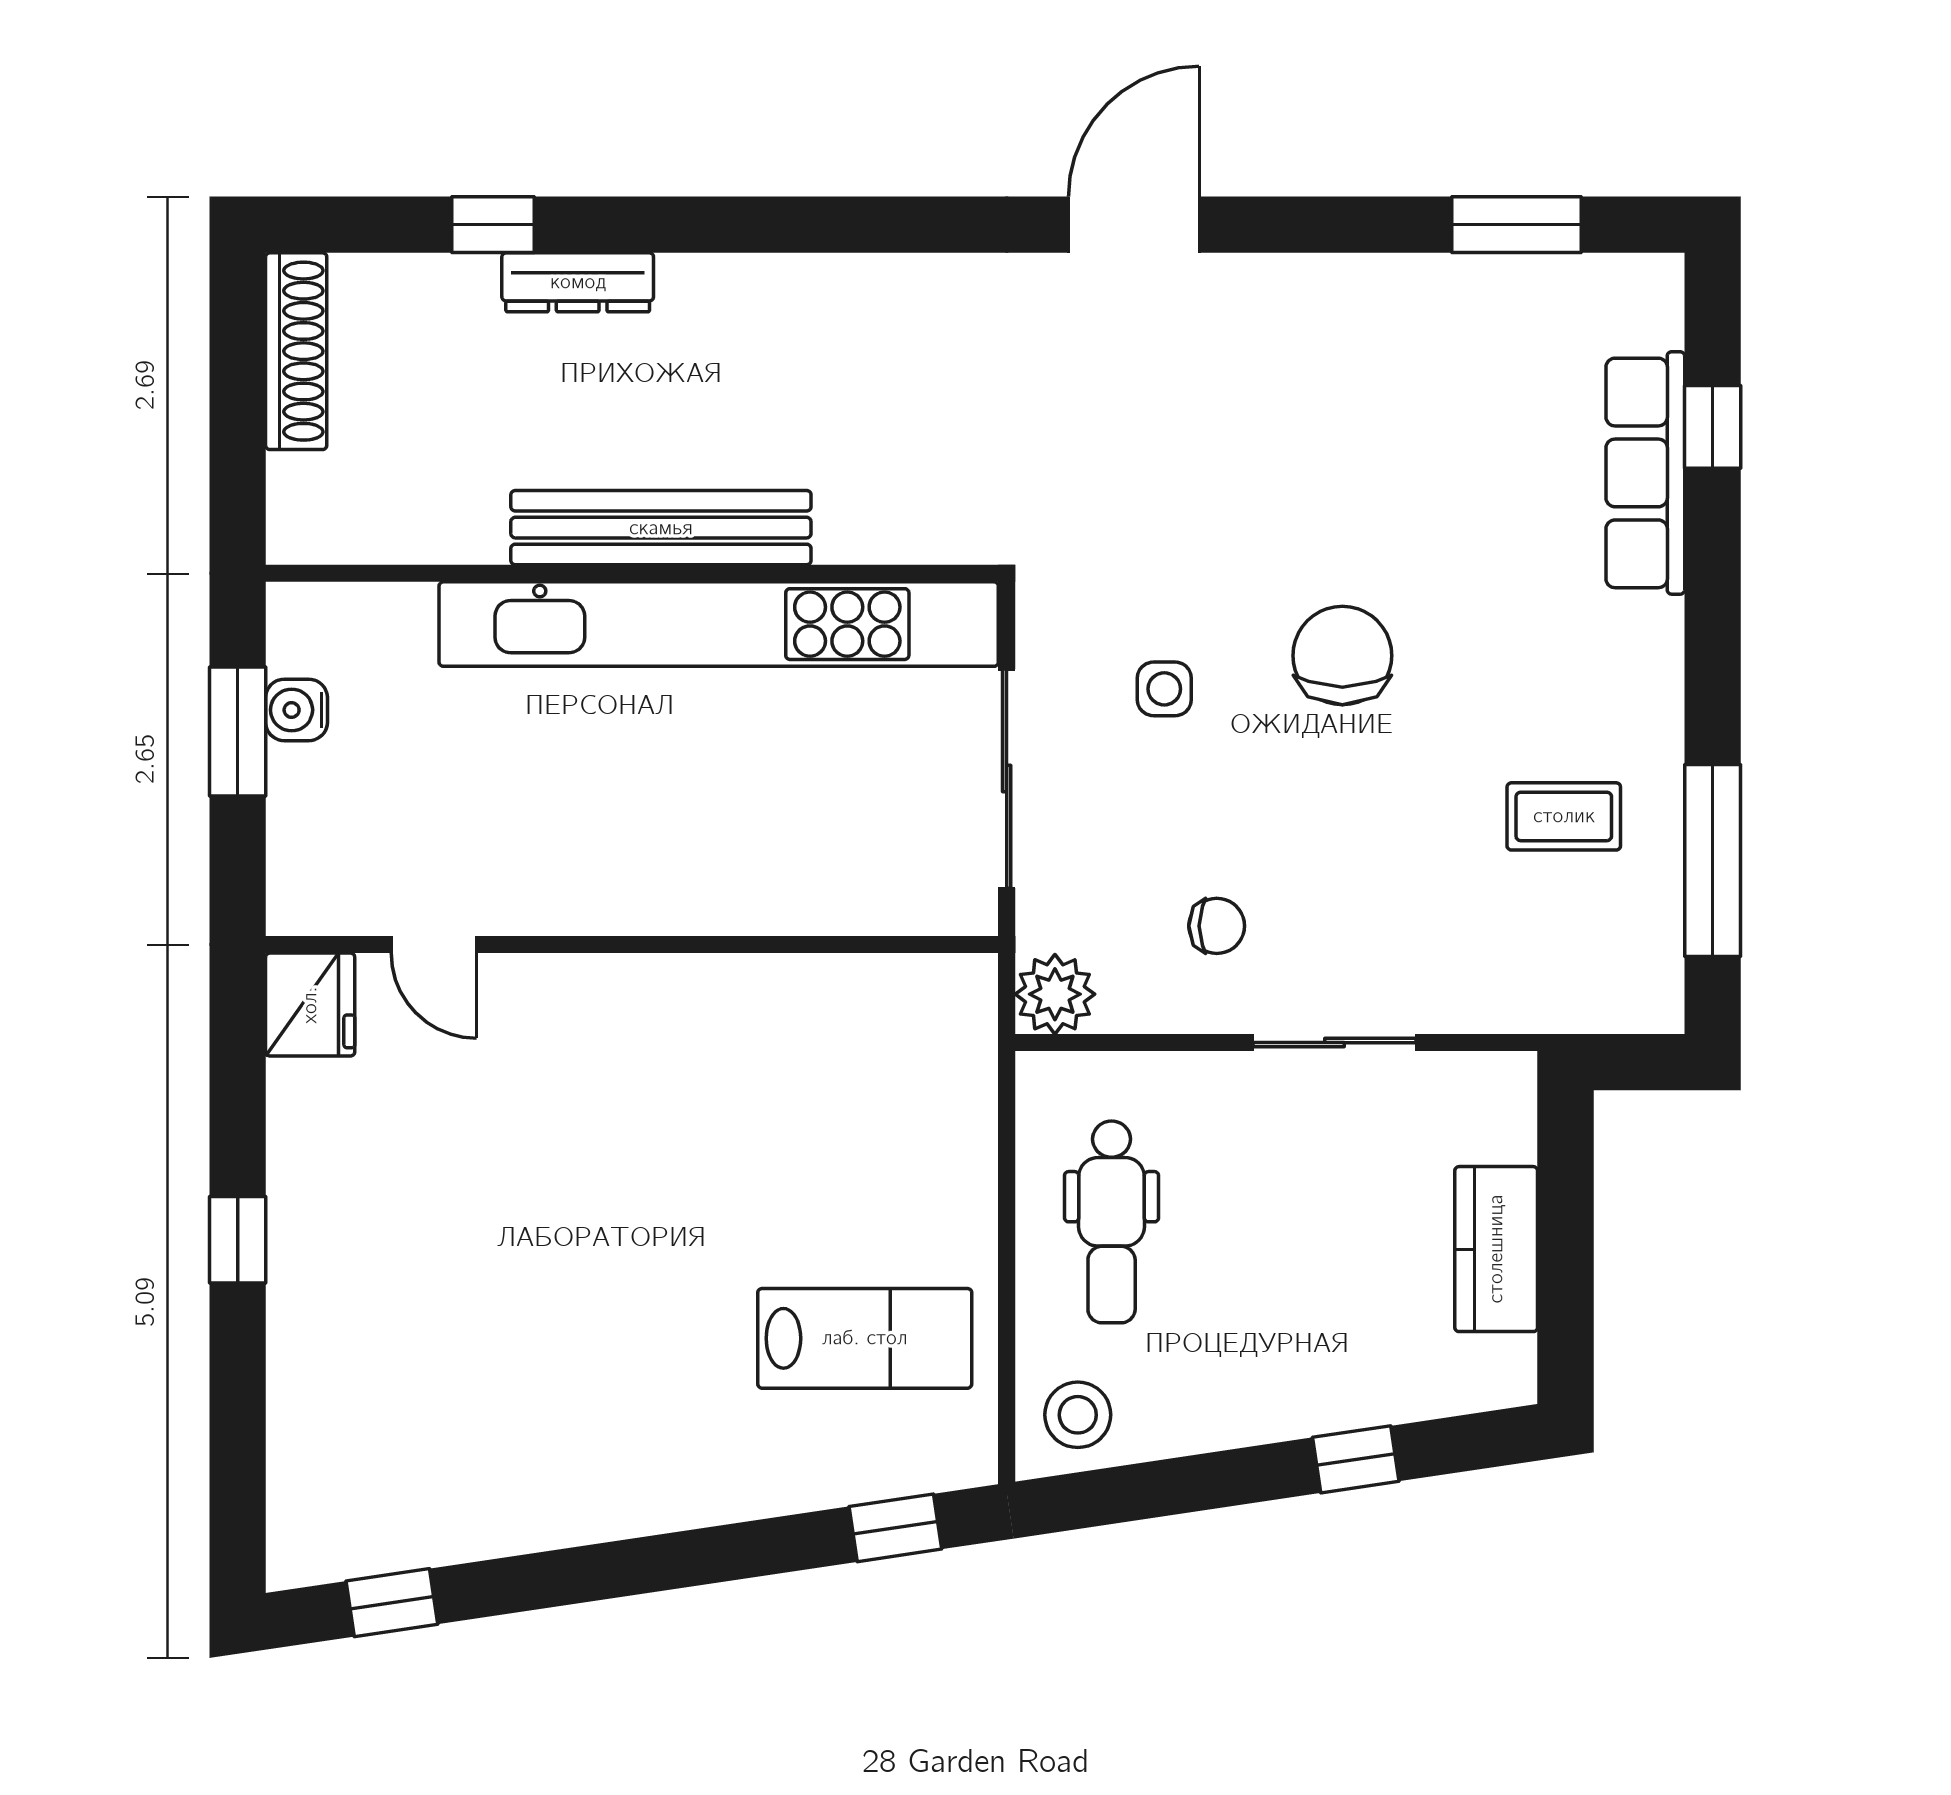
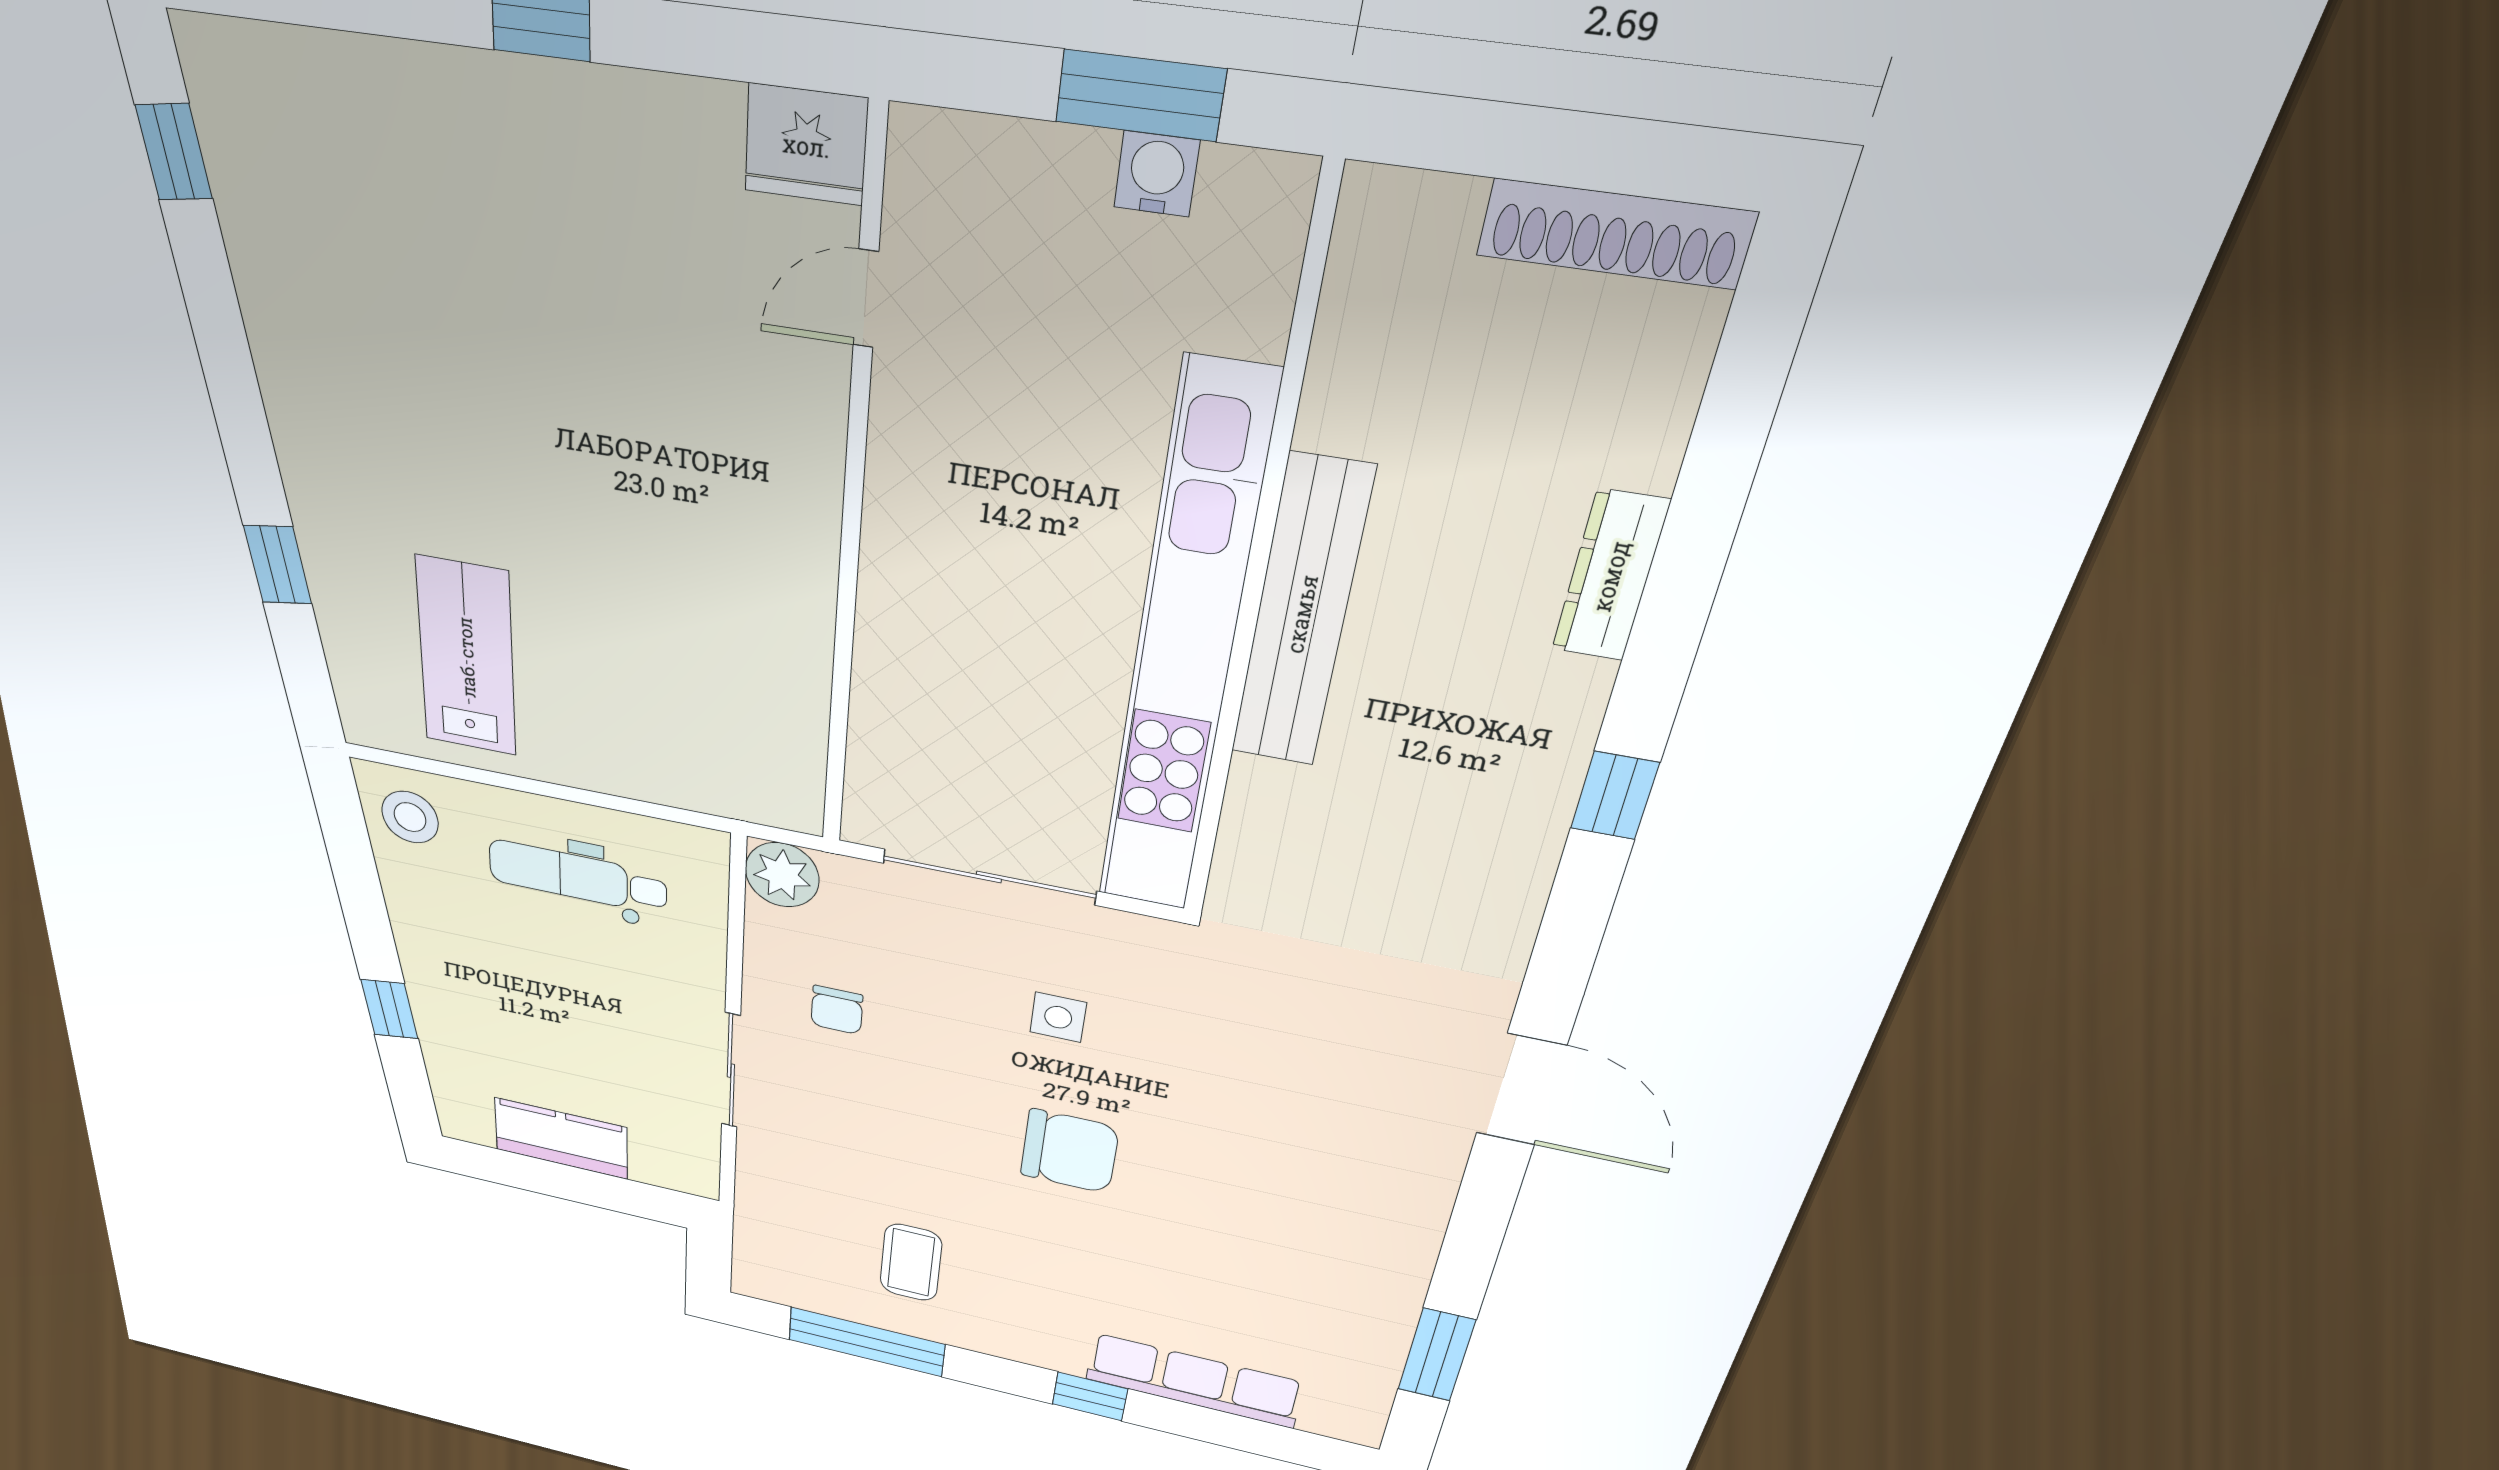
window: (493, 225) -> (1615, 796), moved
window: (1713, 427) -> (1090, 1396), moved
lab bench: (865, 1338) -> (466, 657), turned 180
window: (895, 1528) -> (278, 565), moved

